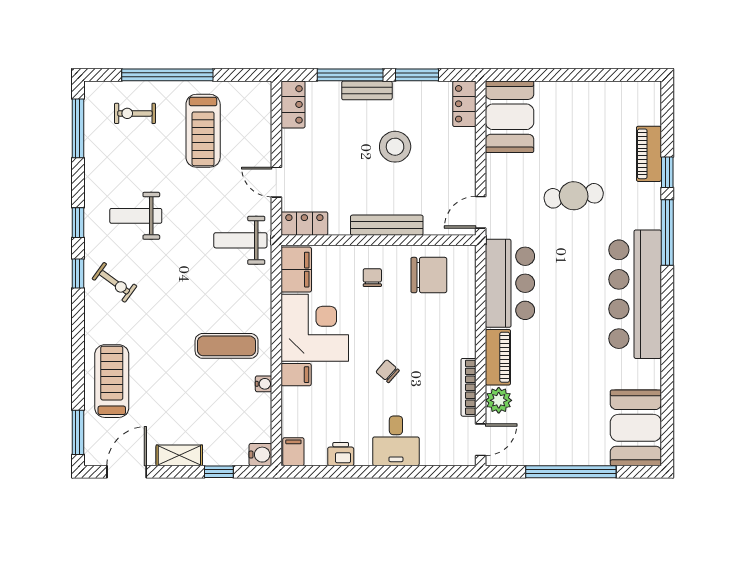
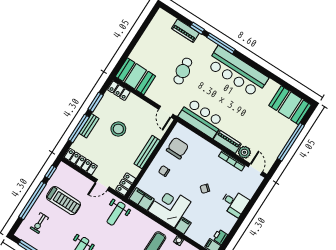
window: (239, 75) -> (51, 172), added
locker: (293, 104) -> (81, 162), width x1.53
printer: (341, 454) -> (220, 237), moved

